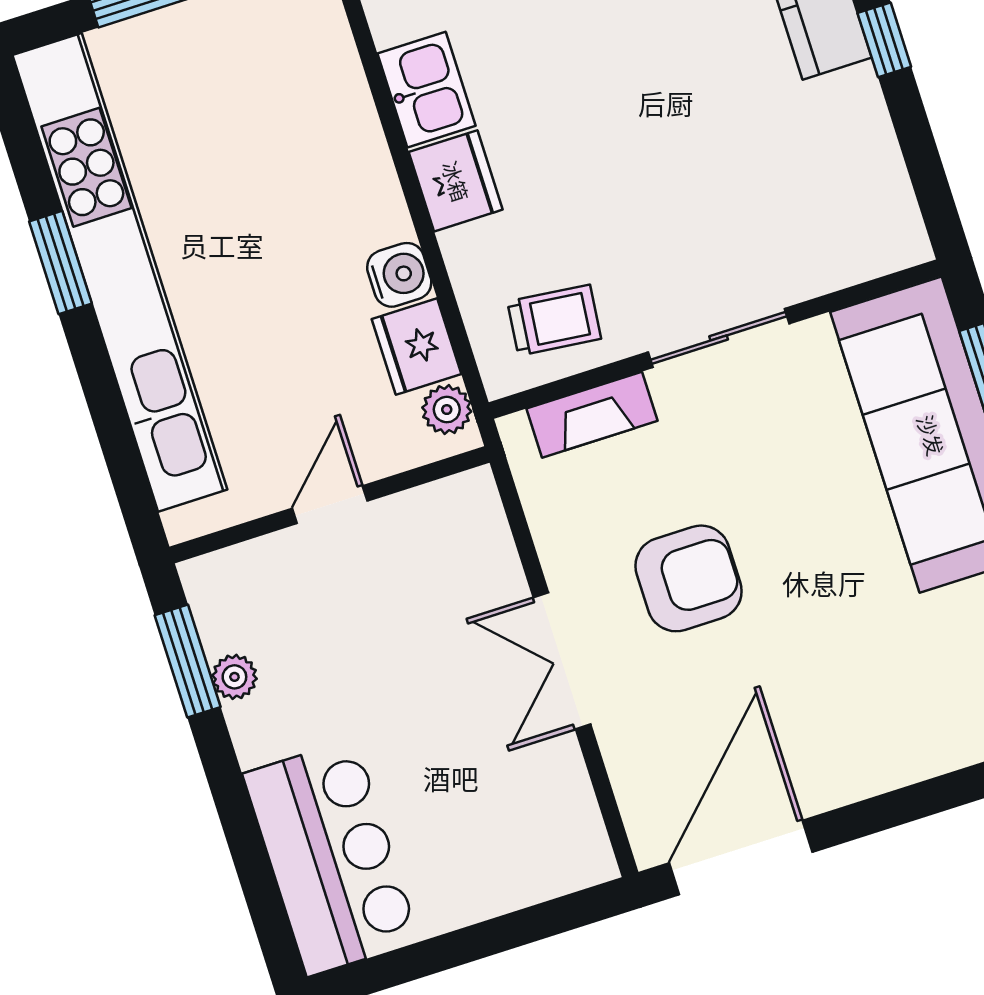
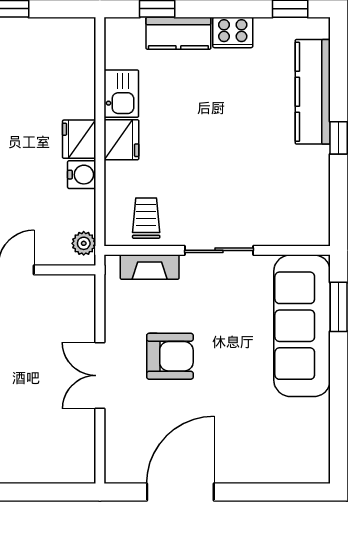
trolley: (554, 320) -> (146, 218), turned -96
fridge: (416, 347) -> (79, 139), moved
door: (741, 858) -> (180, 492), moved

